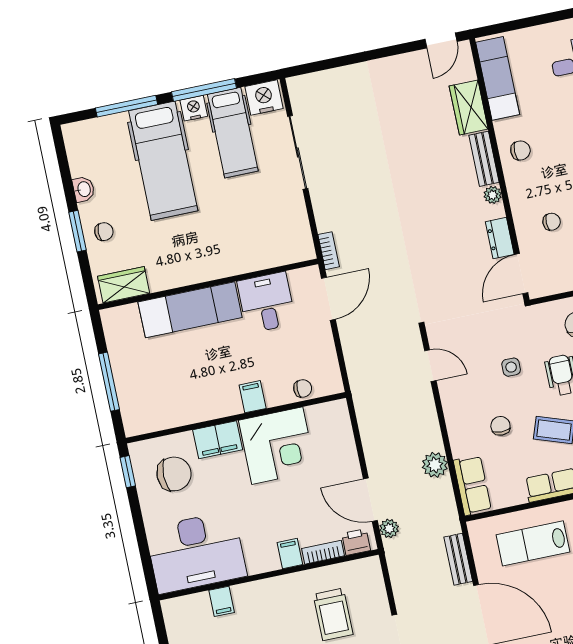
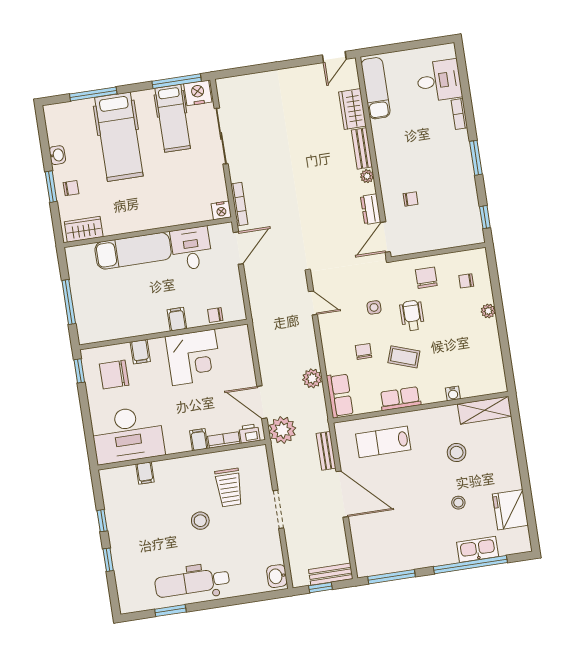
window: (204, 90) -> (177, 81), moved
nightstand: (194, 108) -> (221, 210), moved, turned 180
chair: (520, 150) -> (390, 144), removed
bookcase: (329, 251) -> (239, 204), width x1.56
chair: (303, 388) -> (215, 315), turned 180
filing cabinet: (218, 440) -> (140, 352), width x0.50
chair: (174, 474) -> (114, 375), turned 180
plant: (389, 528) -> (282, 430), width x1.88, depth x1.88

